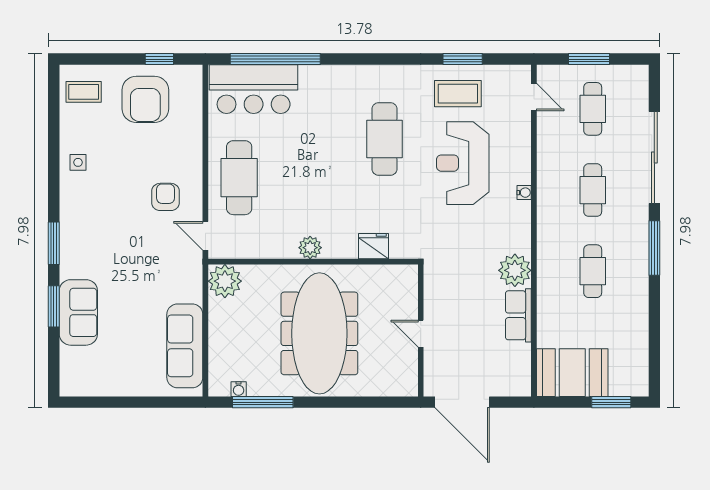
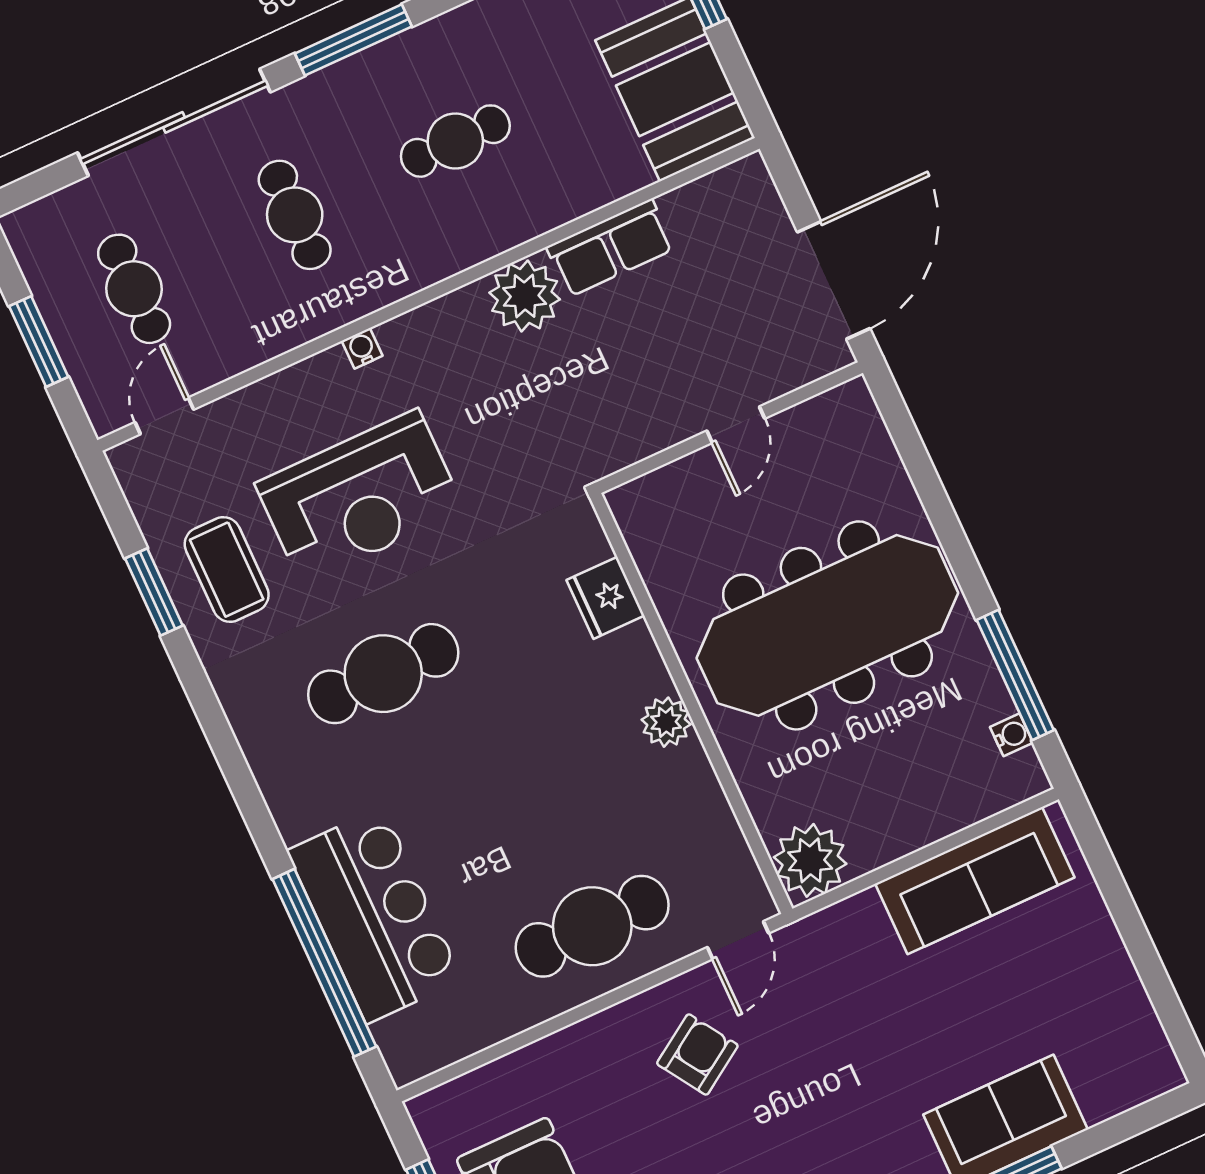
bar counter: (254, 89) -> (375, 915), moved
cafe table: (593, 109) -> (134, 289), turned 90
cafe table: (593, 190) -> (295, 215), turned 90
armchair: (166, 197) -> (697, 1055), turned 147

